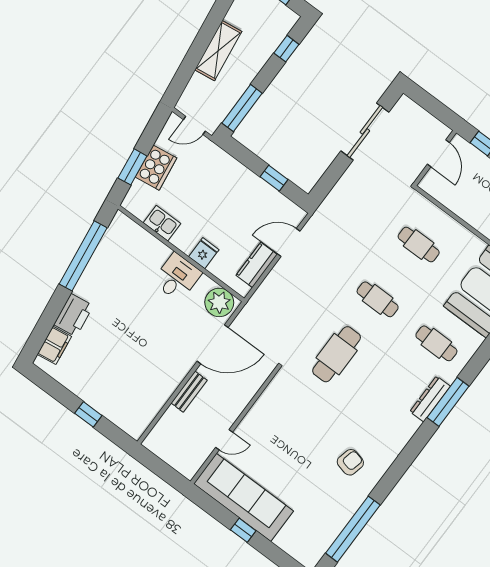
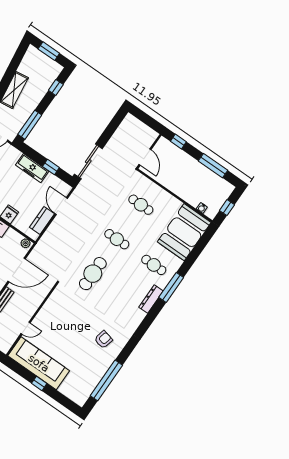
sliding door: (365, 131) -> (88, 161), moved
door: (438, 153) -> (145, 157), moved
freezer: (243, 179) -> (32, 168), added
door: (289, 243) -> (61, 206), hinge flipped
plant: (219, 302) -> (26, 243), width x0.53, depth x0.53
window: (448, 402) -> (171, 287), moved

